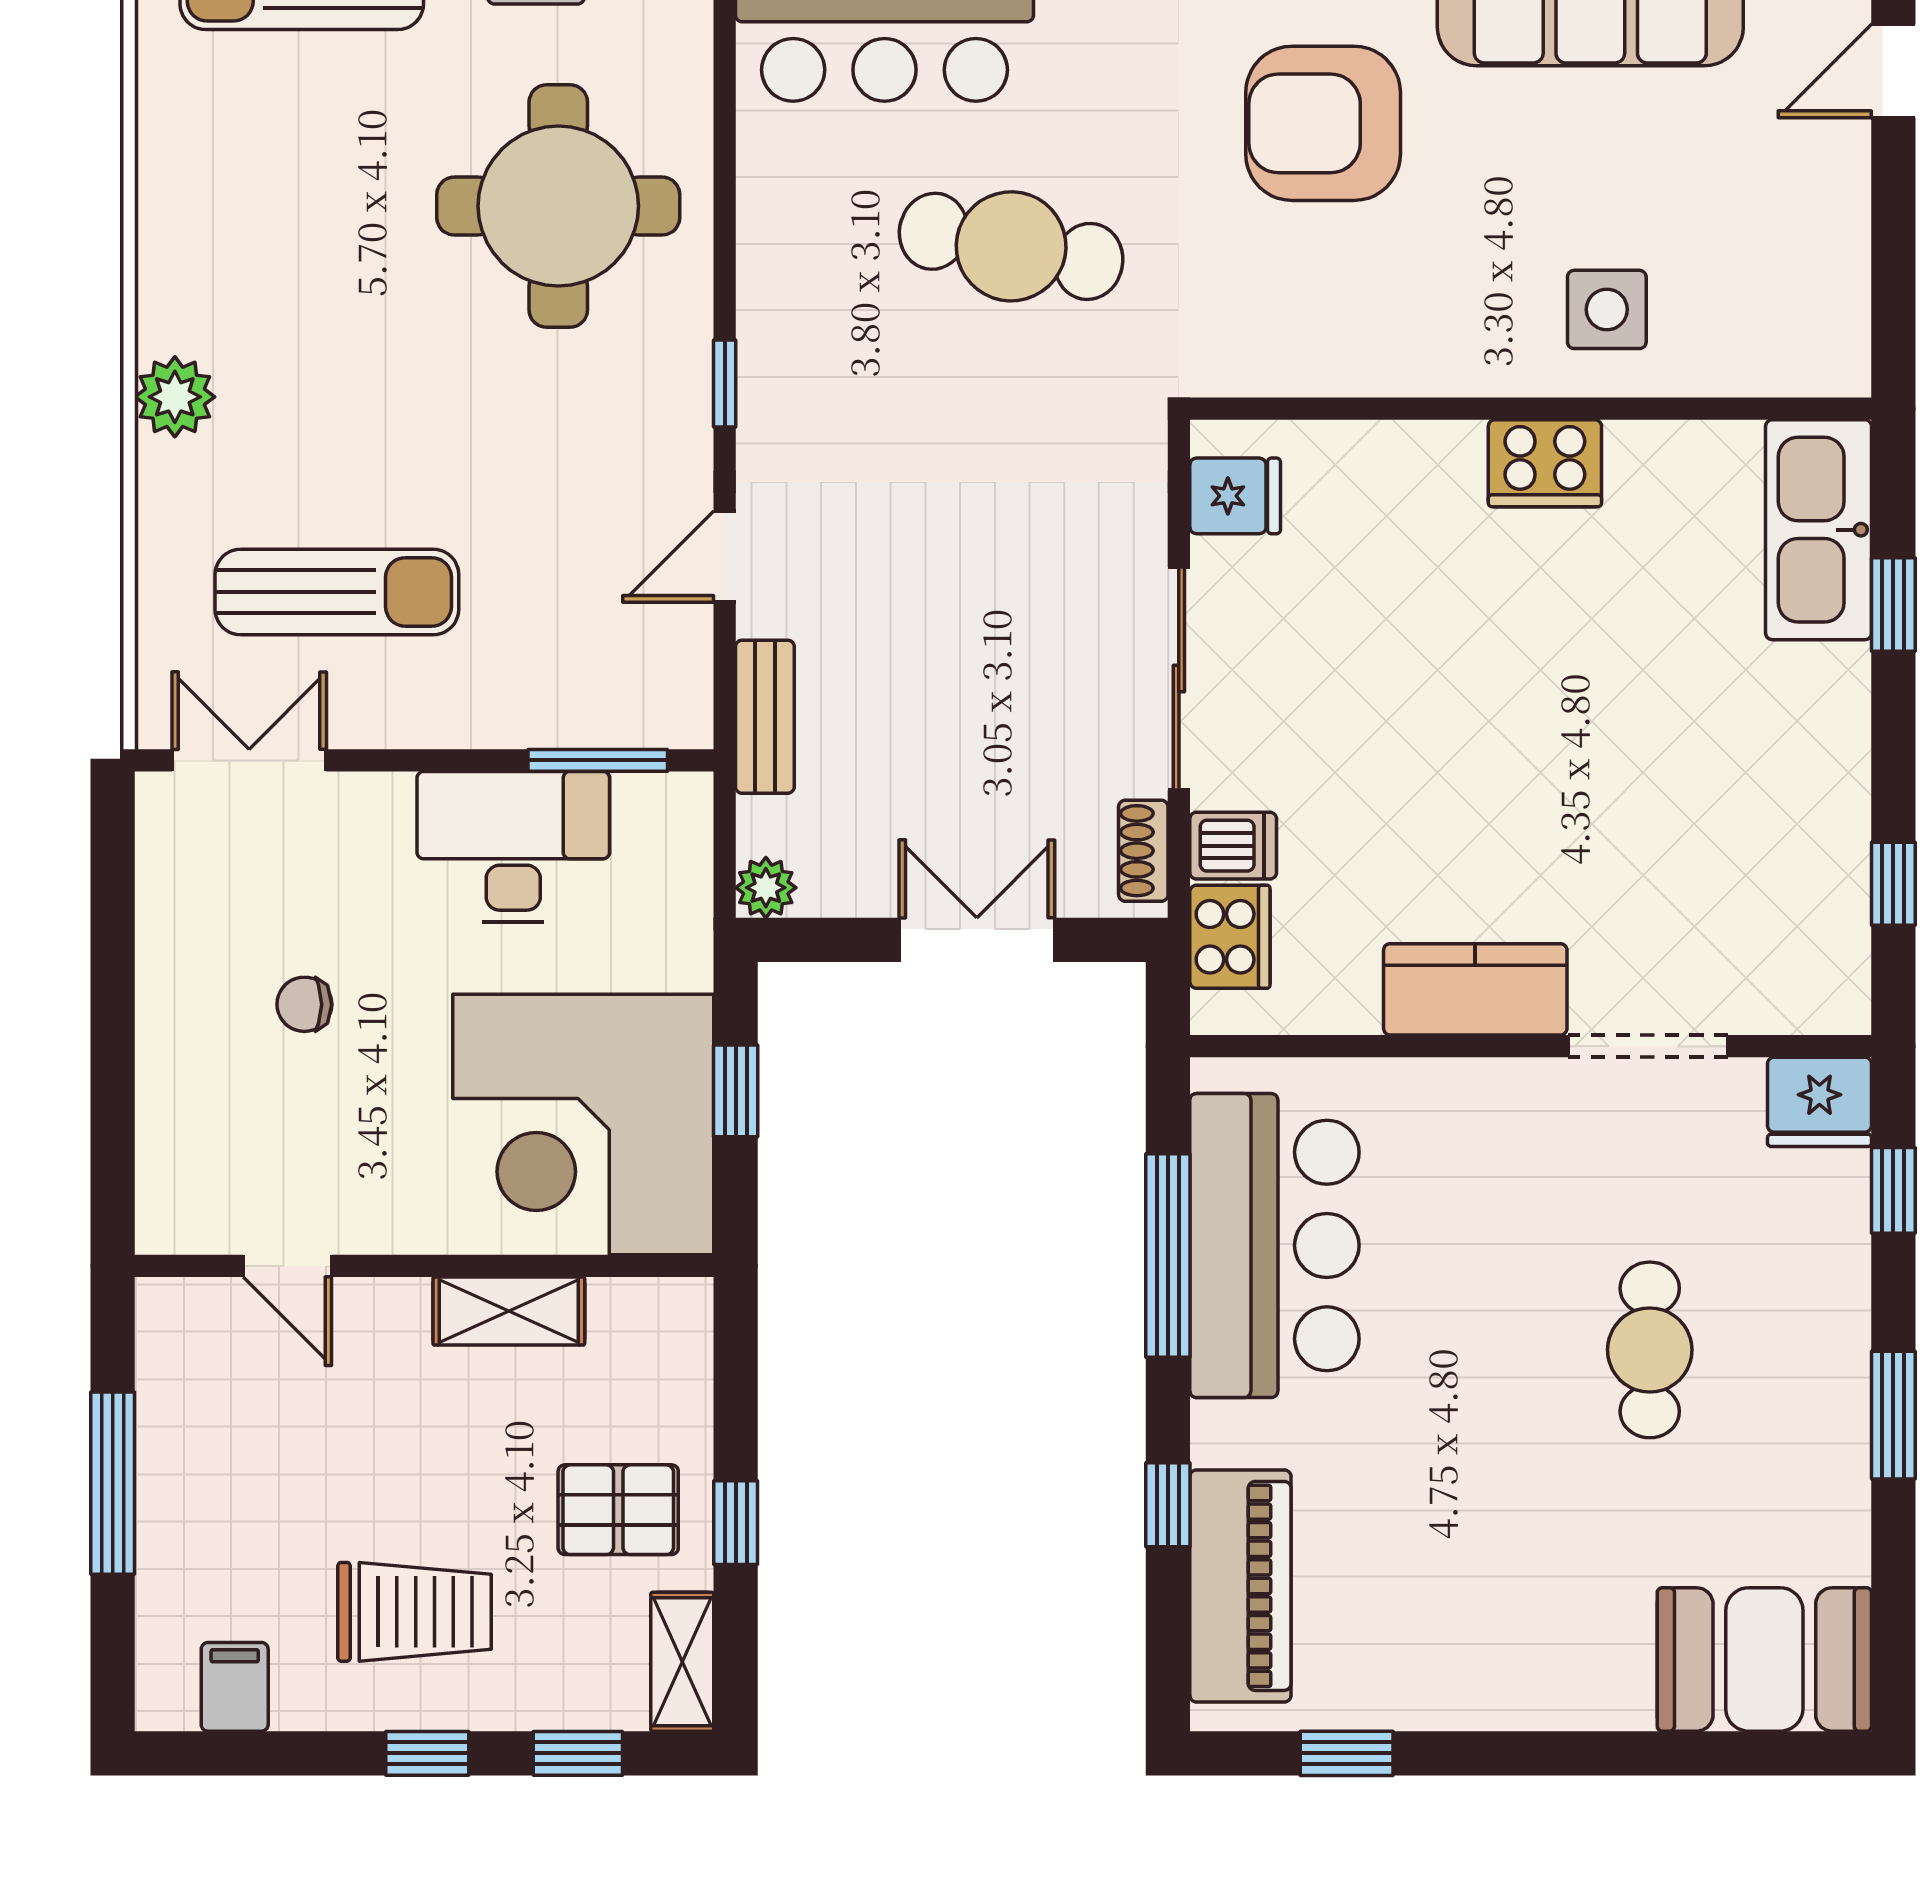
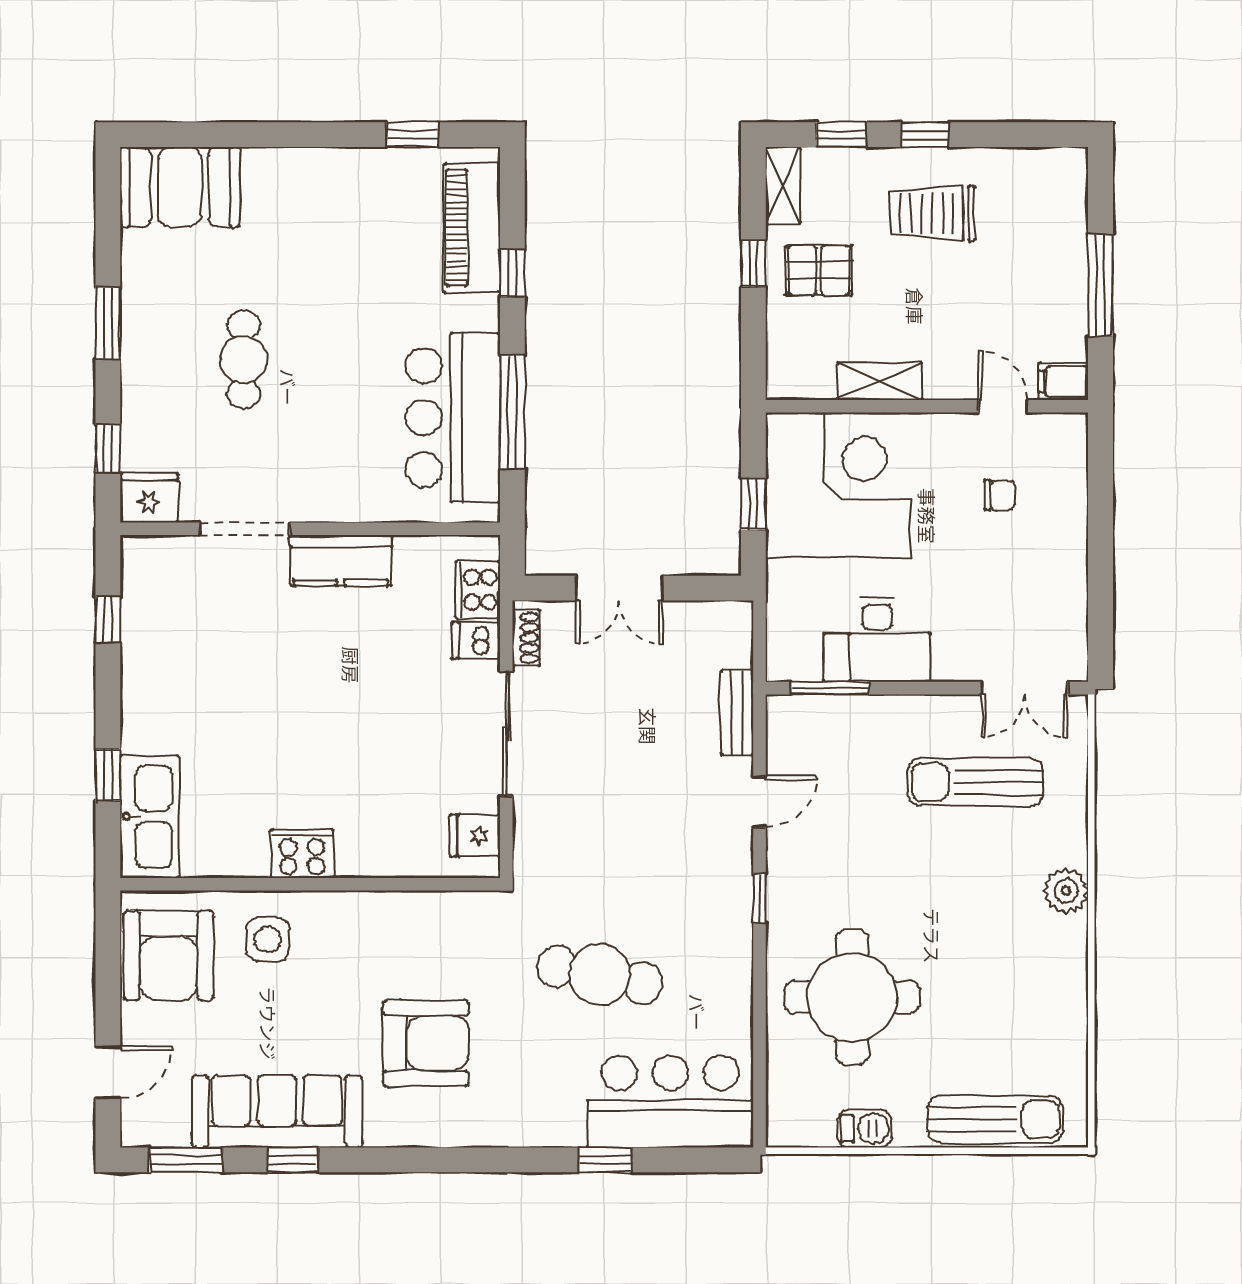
armchair: (1784, 280) -> (169, 956), added
plant: (766, 888) -> (736, 617), removed
chair: (304, 1004) -> (999, 495), moved
filing cabinet: (235, 1687) -> (1063, 382), moved, turned 90

